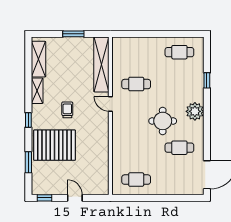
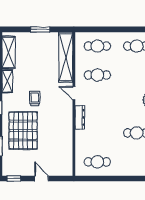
cafe table: (136, 52) -> (97, 46), added
round table: (163, 121) -> (121, 109), removed
dresser: (117, 131) -> (80, 117), added
pallet: (55, 145) -> (23, 131), turned 90

